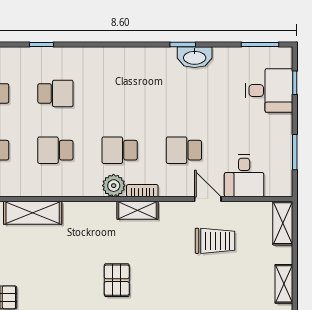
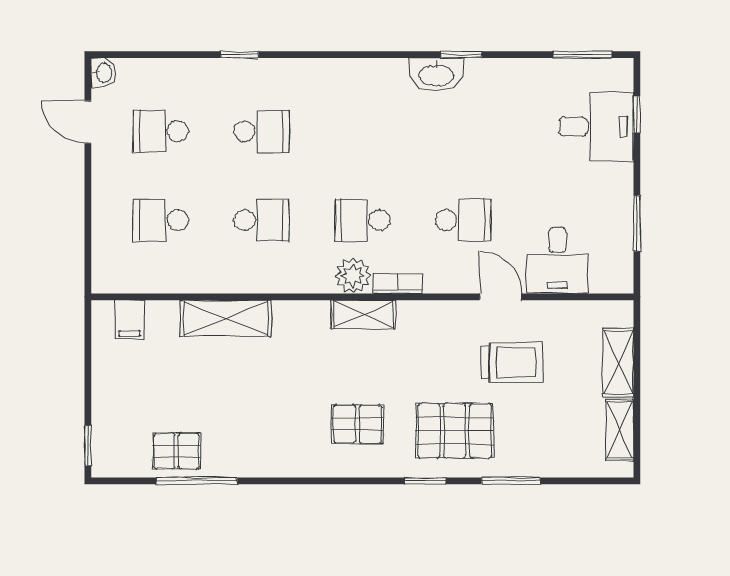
washbasin: (195, 57) -> (436, 74), moved
school desk: (55, 150) -> (262, 220), turned 180
school desk: (184, 150) -> (463, 220), turned 180
shelving: (137, 210) -> (363, 314), moved
shelving: (283, 223) -> (618, 362), moved
pallet: (117, 280) -> (358, 424), turned 90
pallet: (179, 284) -> (455, 431), added

